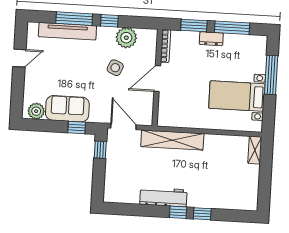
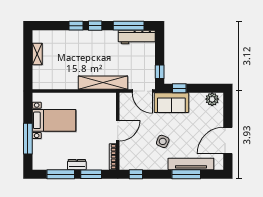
window: (109, 21) -> (136, 174), moved
plant: (126, 38) -> (144, 162), removed
door: (19, 58) -> (228, 140), width x1.88
side table: (115, 68) -> (163, 141), moved
sofa: (67, 109) -> (171, 103), moved
shelving: (255, 150) -> (37, 54), moved
workbench: (163, 197) -> (137, 37), moved
window: (136, 210) -> (129, 26), added

